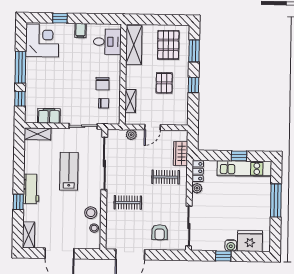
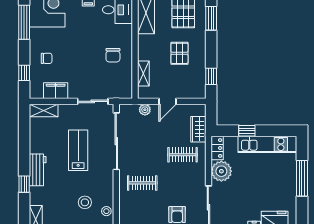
window: (20, 67) -> (24, 22), moved
window: (193, 85) -> (211, 76), moved
chair: (104, 103) -> (47, 58), moved
window: (239, 156) -> (247, 131), moved
plant: (197, 188) -> (221, 171), width x1.87, depth x1.87
stool: (91, 213) -> (85, 202), moved

